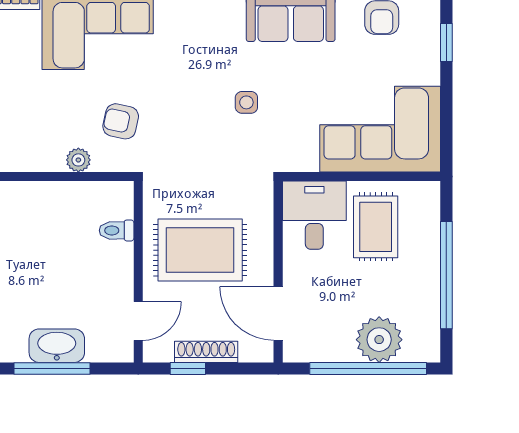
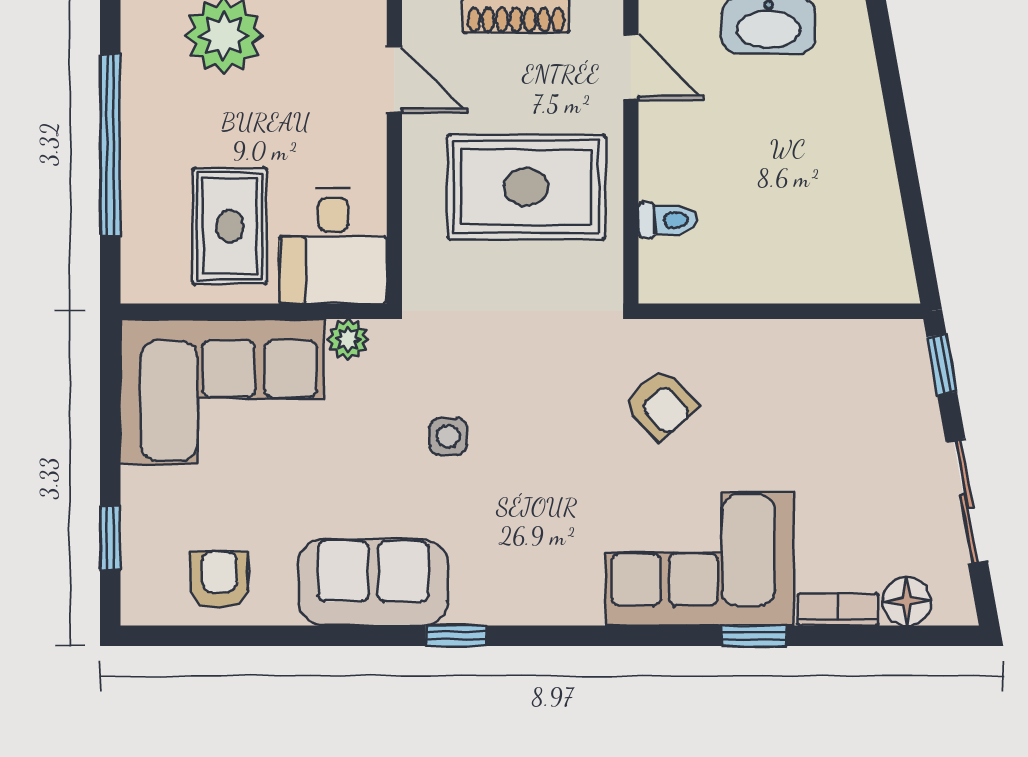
armchair: (121, 121) -> (661, 404), turned 35
plant: (78, 160) -> (348, 339), moved
door: (278, 313) -> (394, 80), width x0.73
door: (138, 321) -> (631, 67), swing flipped

